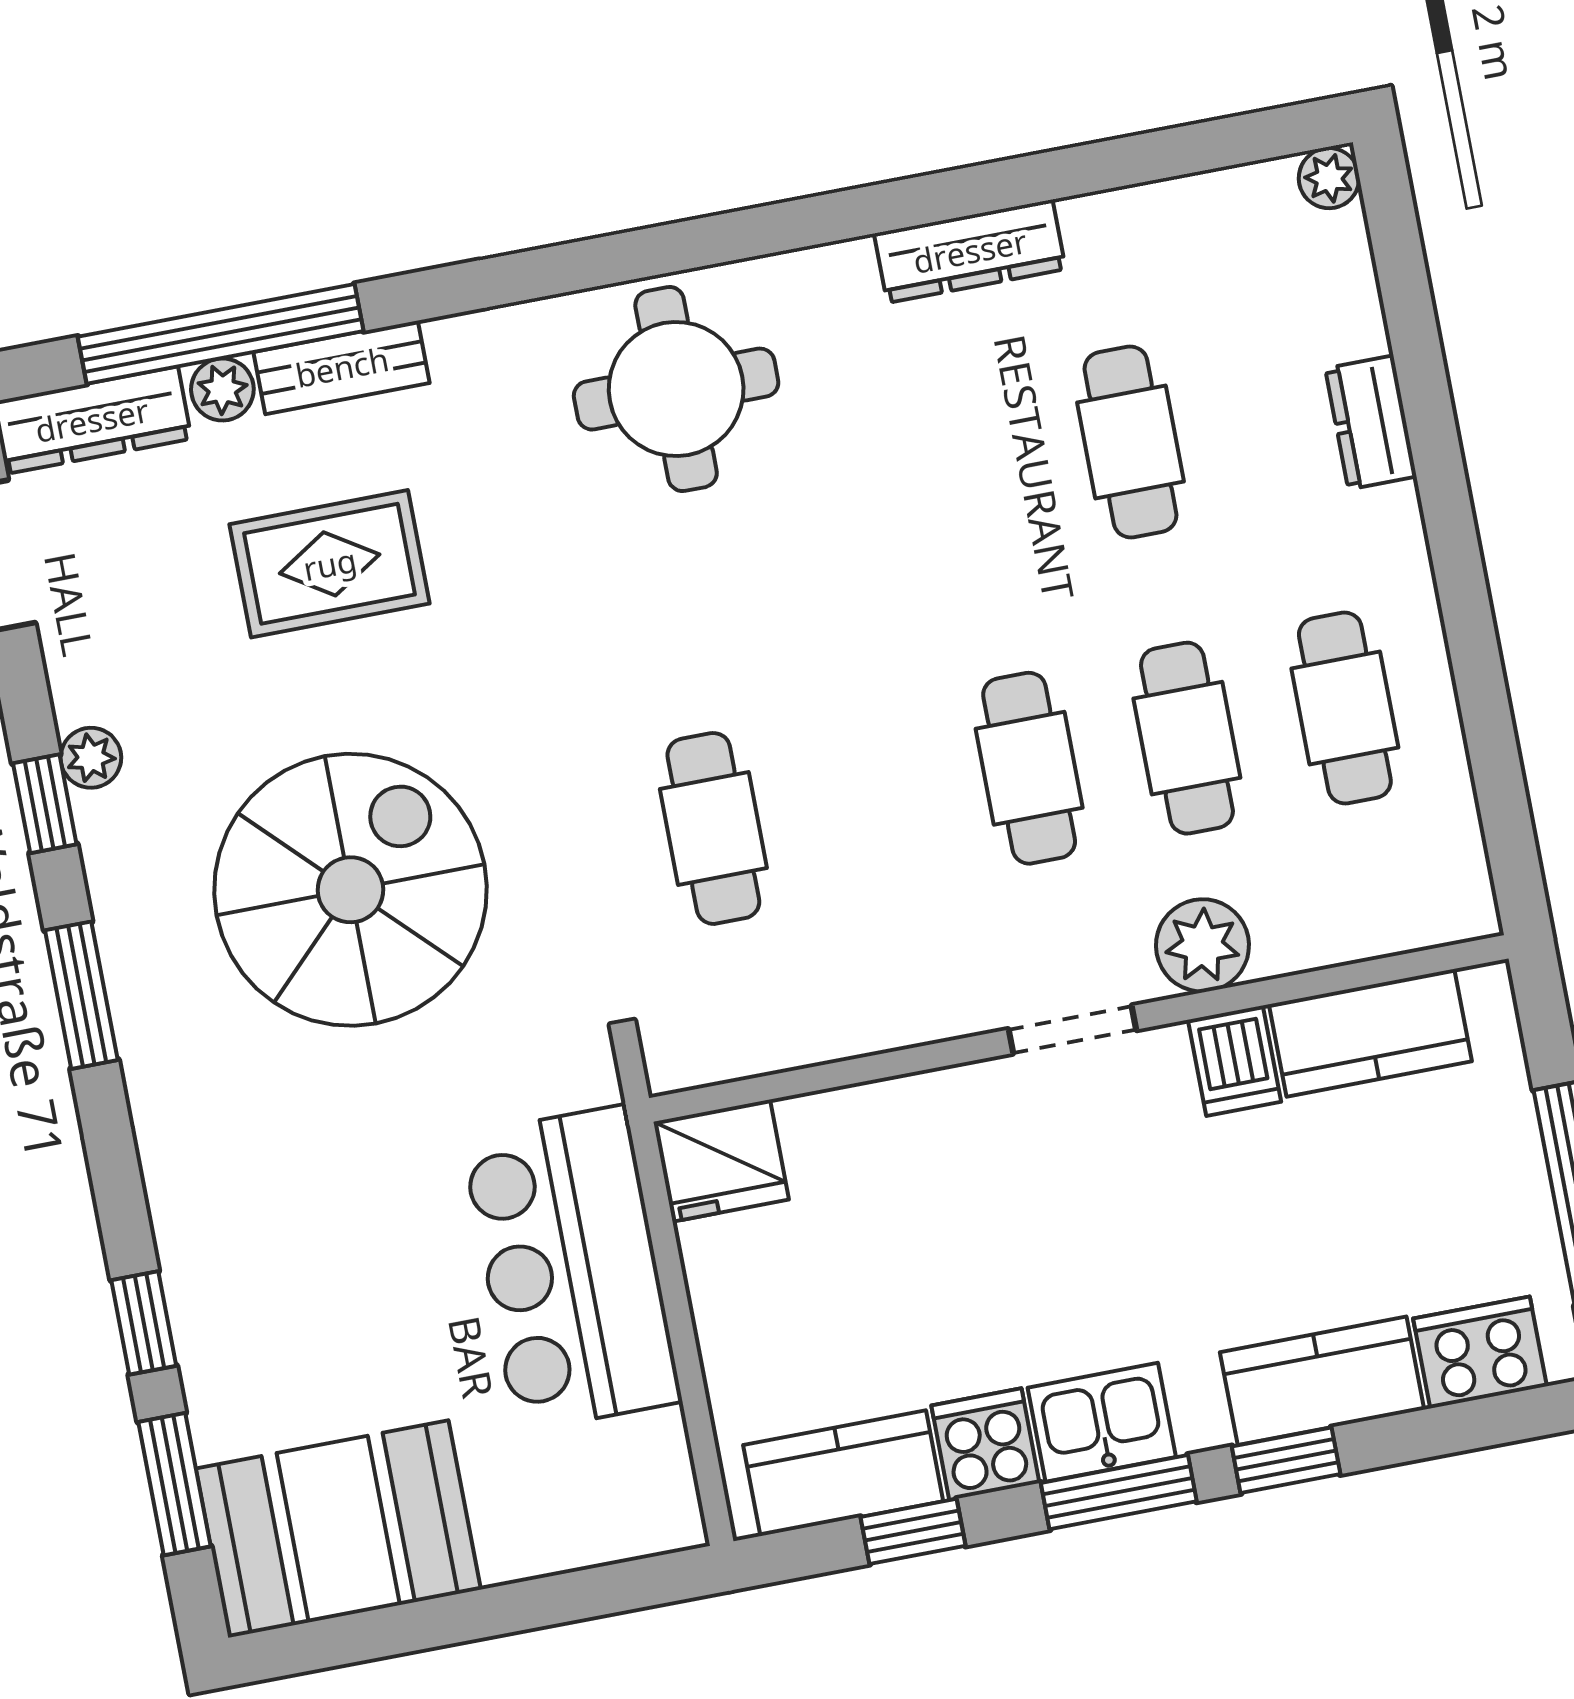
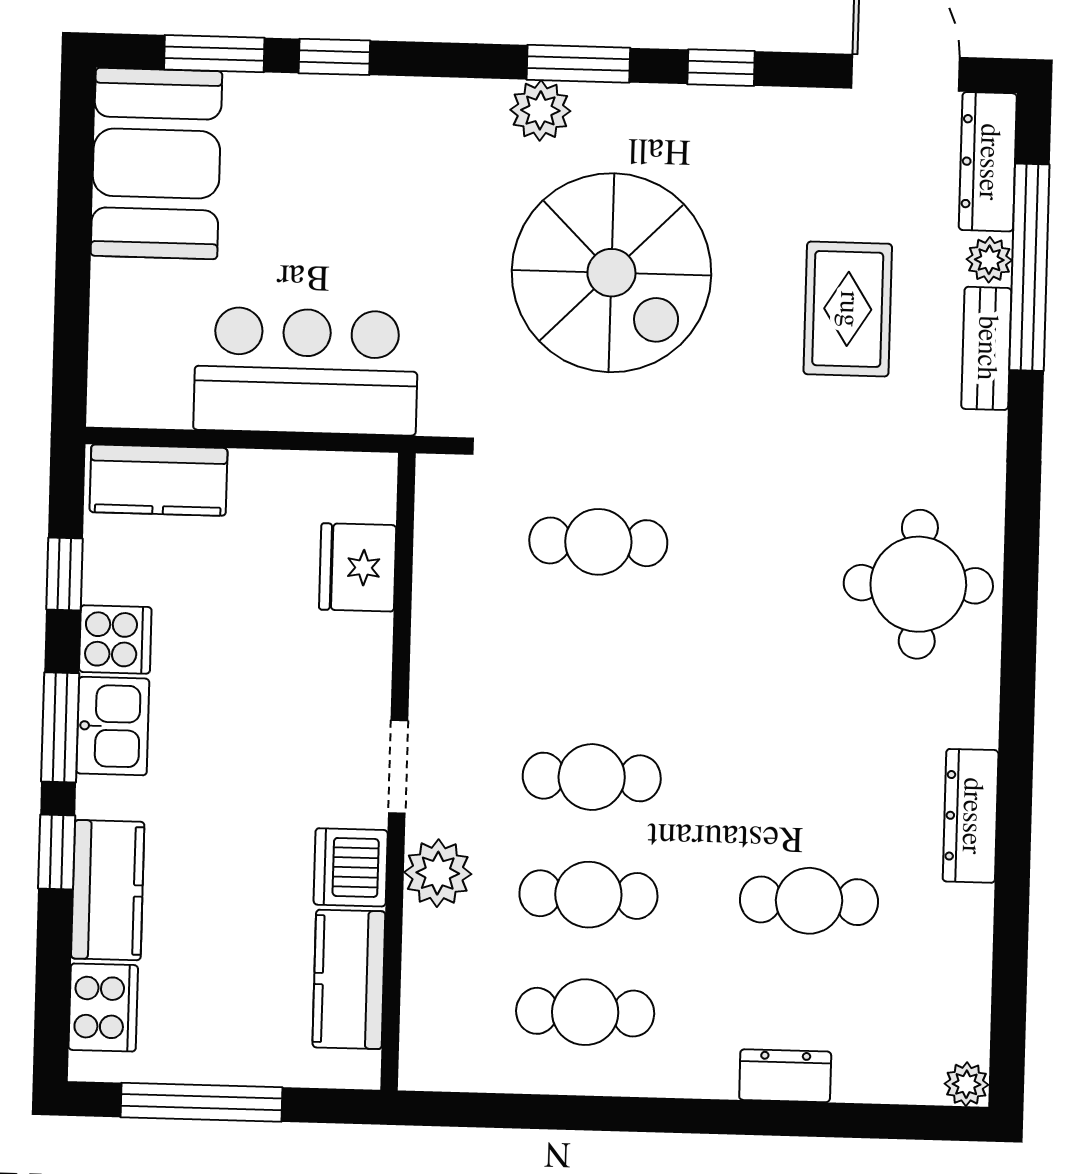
plant: (91, 758) -> (540, 110), moved, width x1.38, depth x1.38
dishwasher: (1234, 1061) -> (351, 867), width x1.38
fridge: (721, 1161) -> (358, 567), moved
kitchen counter: (843, 1473) -> (158, 480), moved, turned 90

